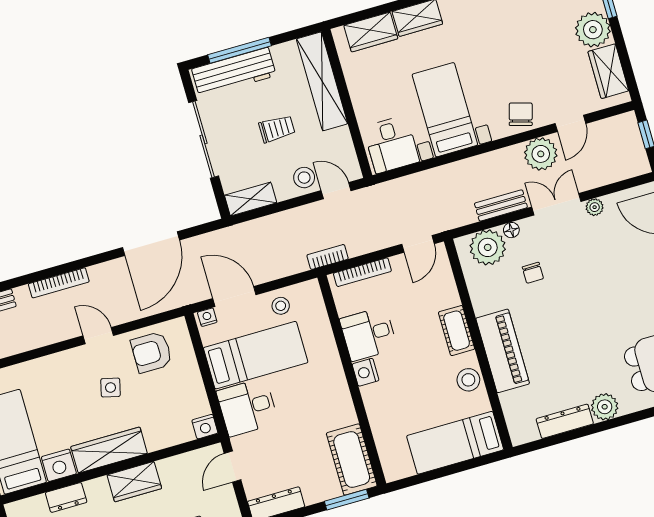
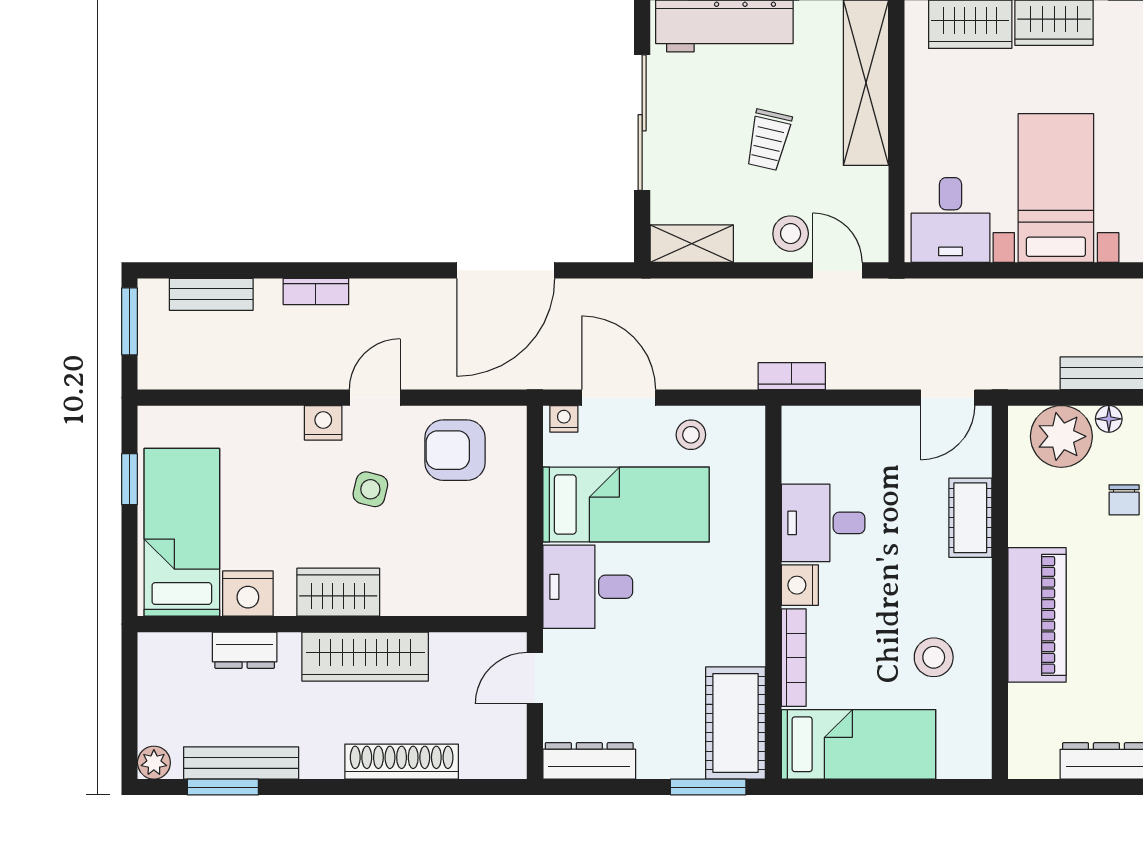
trolley: (277, 129) -> (769, 140), turned 103
bookcase: (362, 272) -> (794, 658), moved, turned -90
bookcase: (59, 283) -> (316, 291), width x0.64
cot: (457, 331) -> (970, 518), moved
door: (98, 336) -> (375, 398), hinge flipped
stool: (468, 380) -> (934, 657), moved
nightstand: (205, 427) -> (323, 423), moved, turned 180
bed: (455, 443) -> (858, 744), moved, turned 180
wardrobe: (109, 450) -> (338, 592), width x0.67
wardrobe: (134, 482) -> (365, 657), width x1.50

